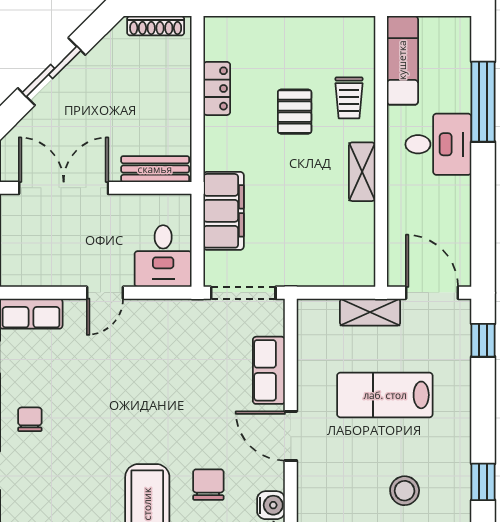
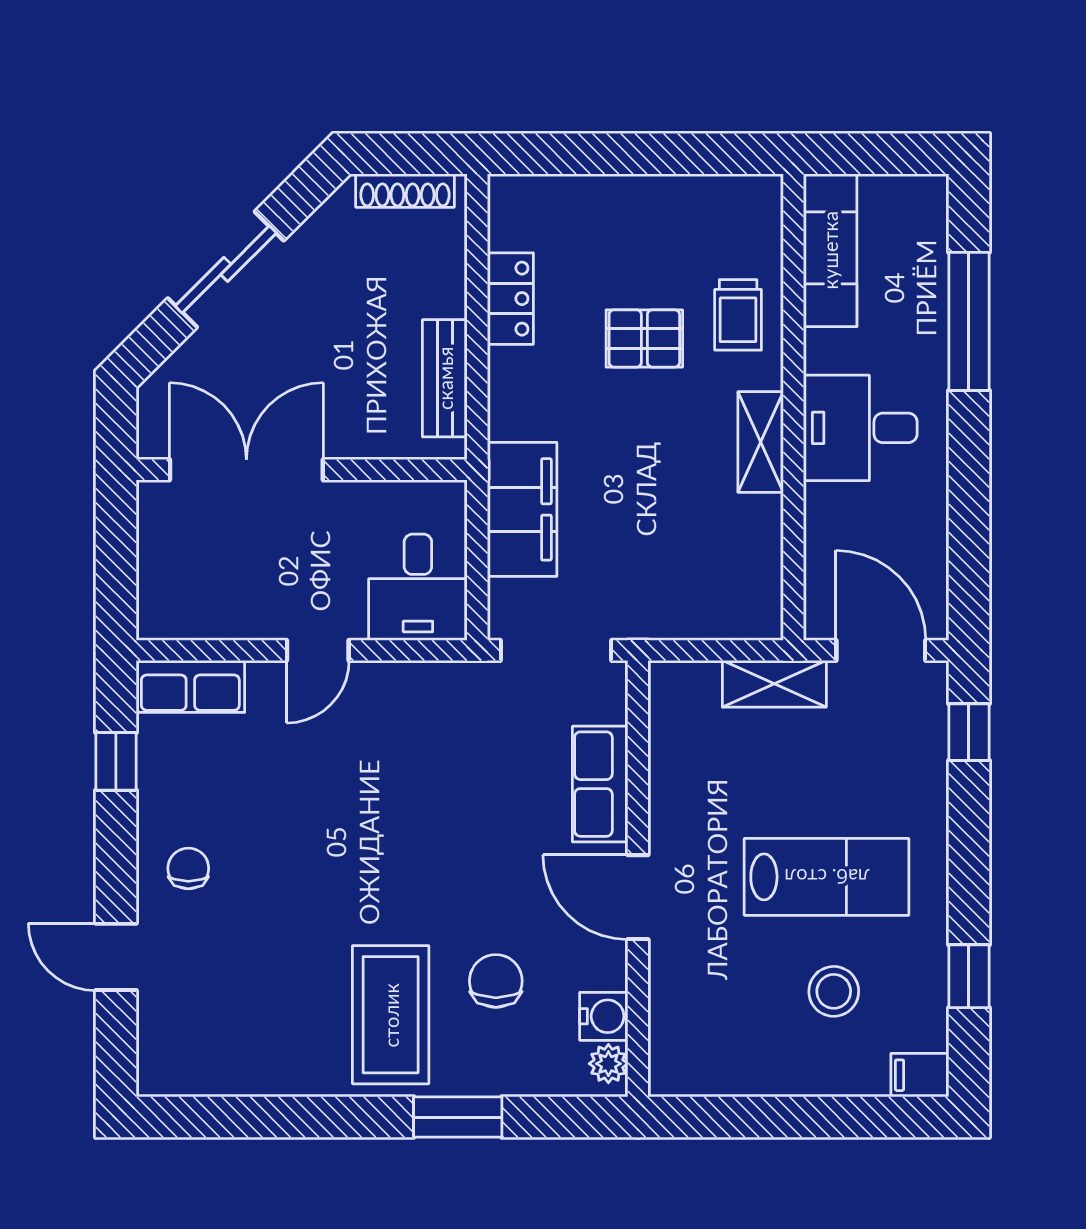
pallet: (295, 112) -> (644, 338), turned 90
desk: (438, 144) -> (860, 428), moved, turned 180
bench: (155, 169) -> (445, 378), moved, turned 90
lab bench: (385, 395) -> (827, 877), moved, turned 180

